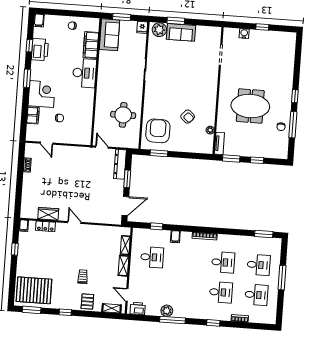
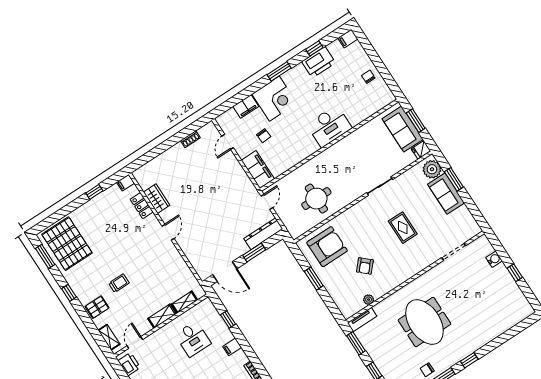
sofa: (109, 35) -> (403, 129), moved, turned 90
filing cabinet: (91, 45) -> (258, 170), moved, turned 90
rug: (182, 75) -> (403, 228), added
window: (159, 153) -> (314, 279), moved

